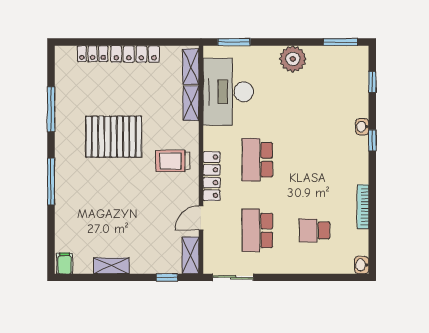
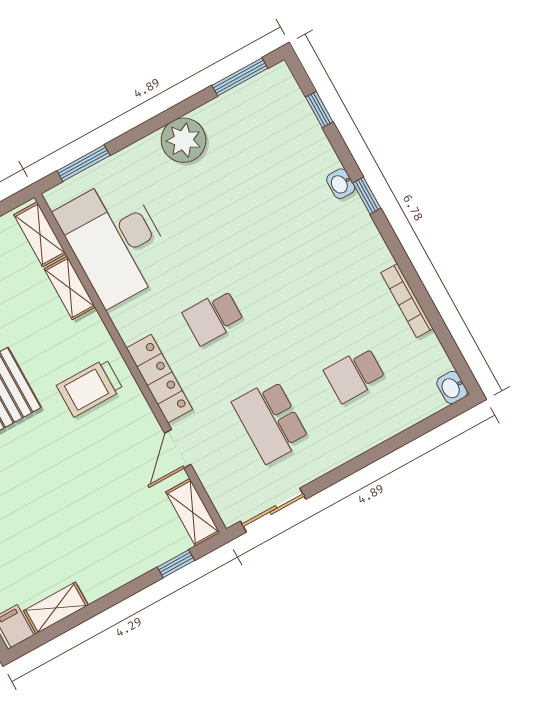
school desk: (257, 160) -> (213, 317), width x0.54
shelving: (111, 266) -> (56, 608), moved

